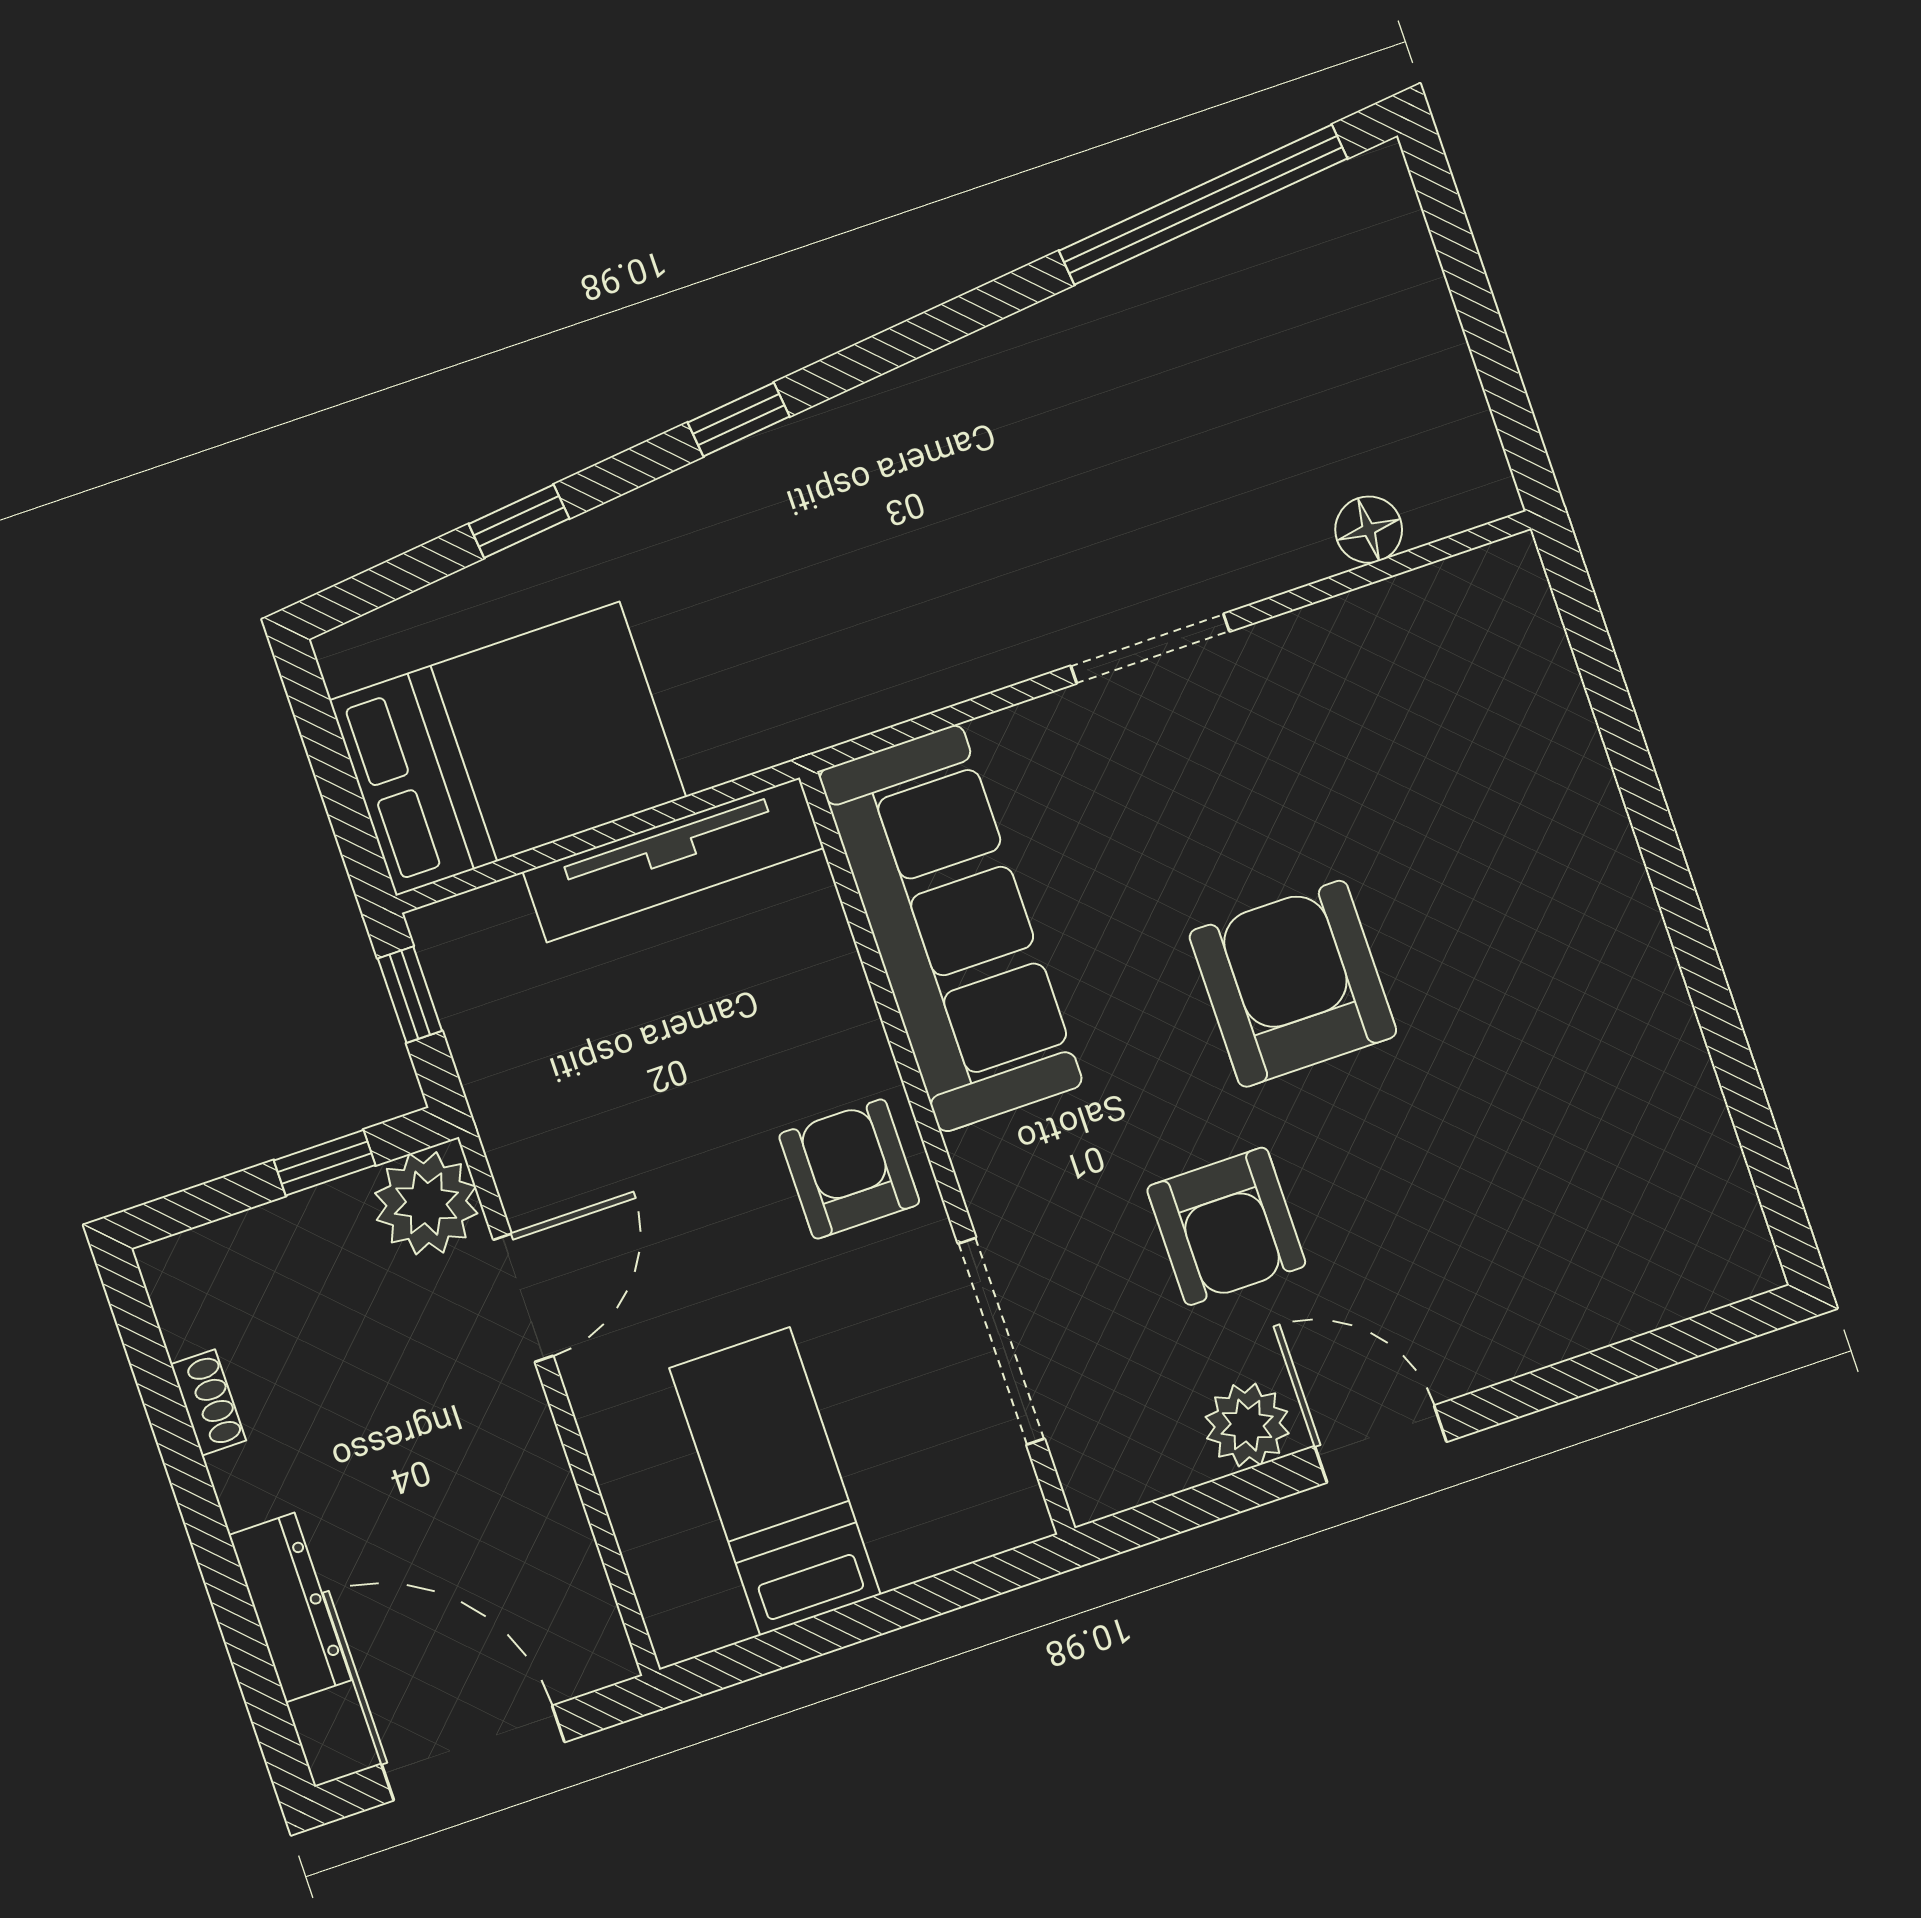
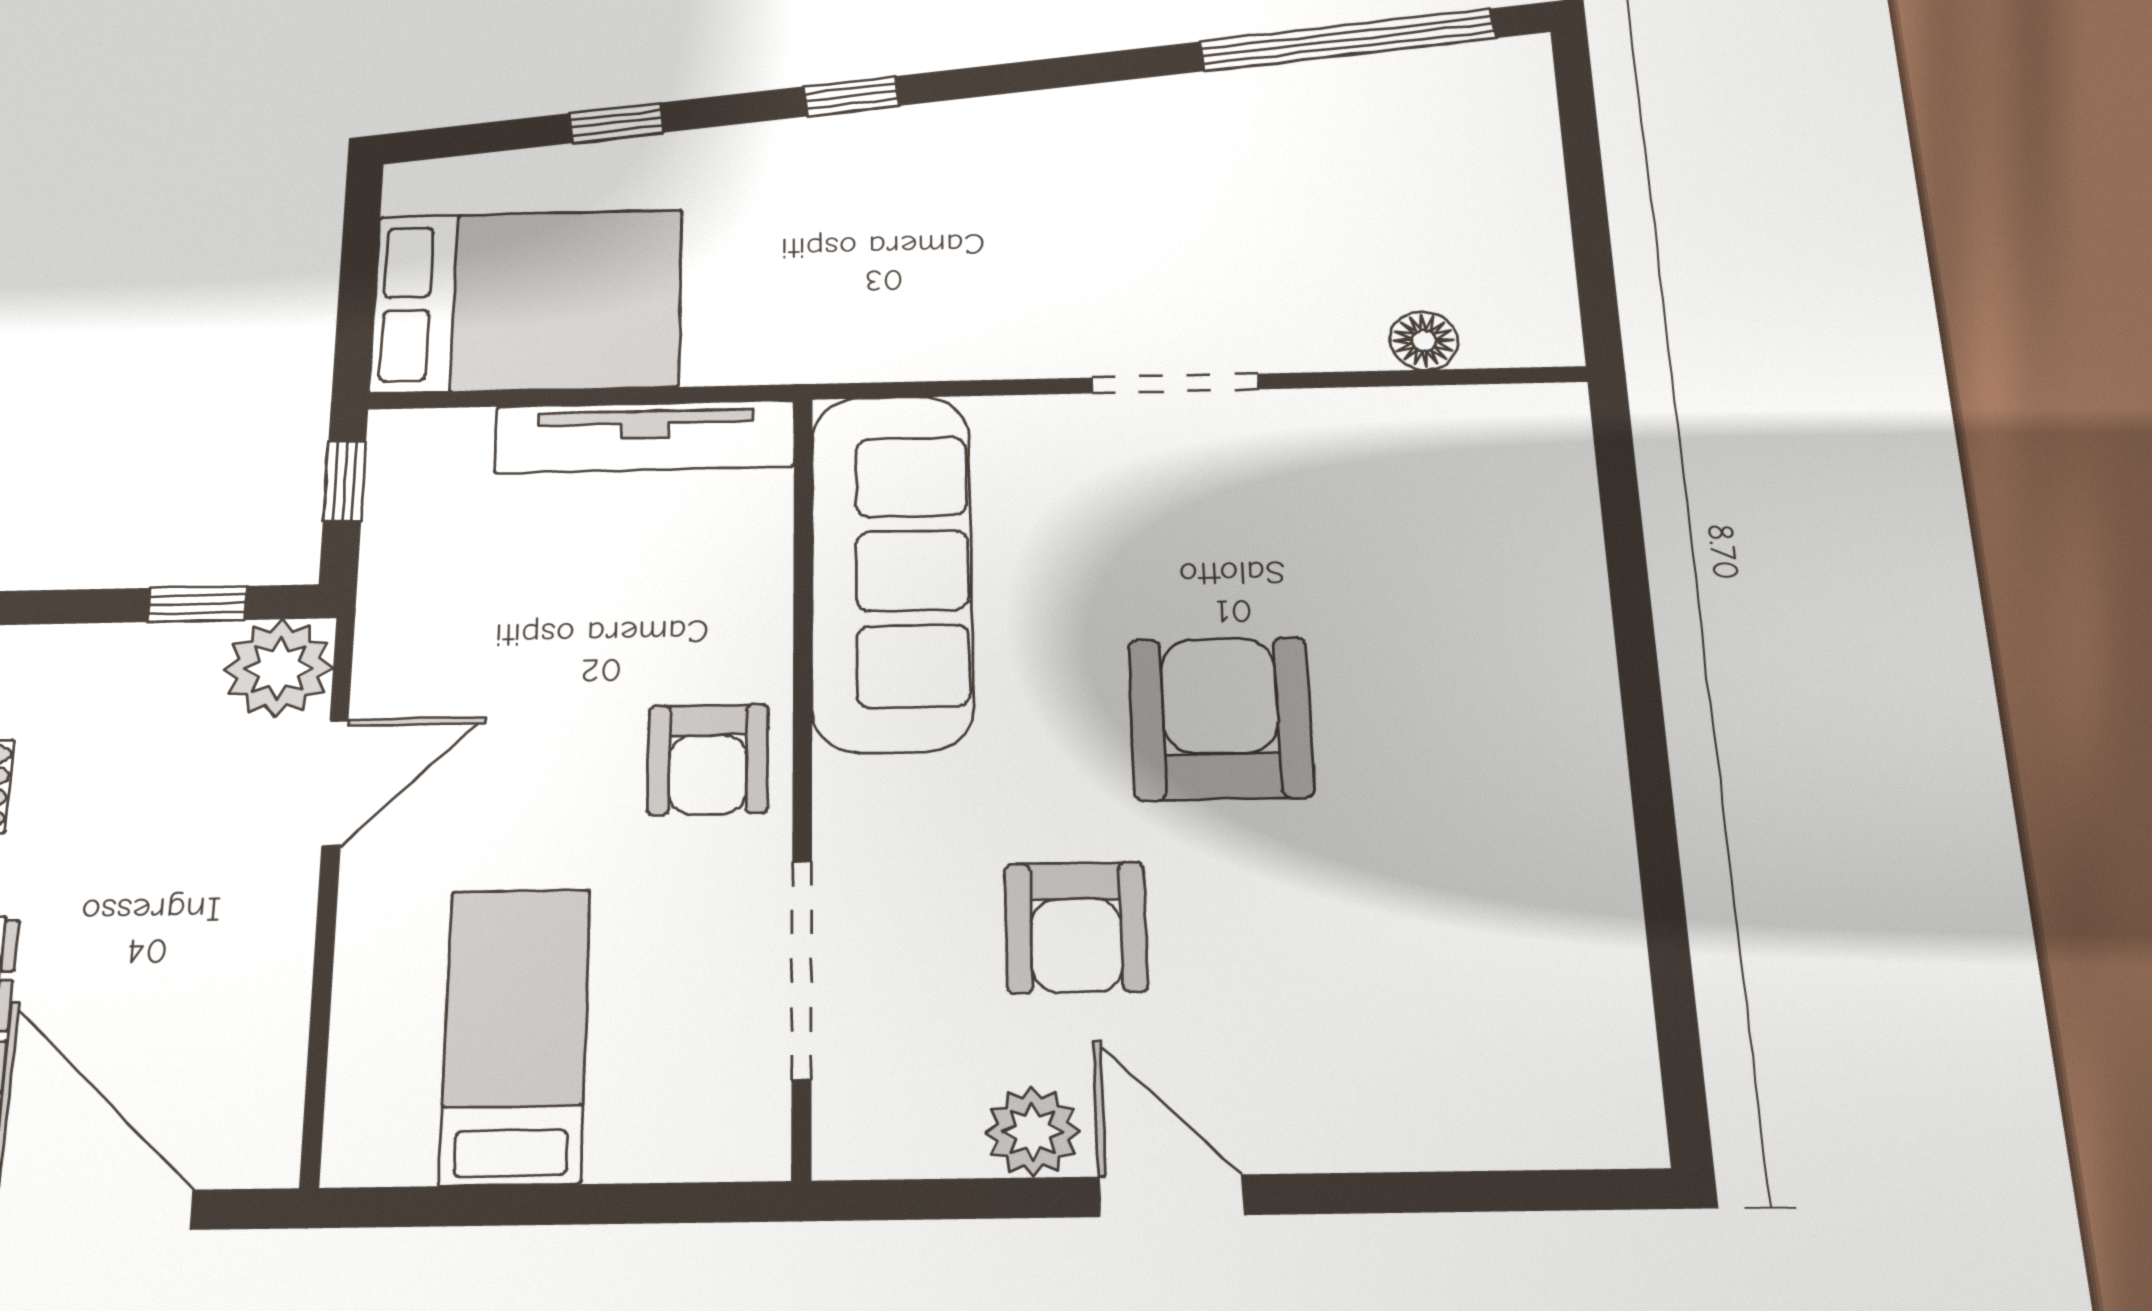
armchair: (849, 1169) -> (708, 759), turned 180

